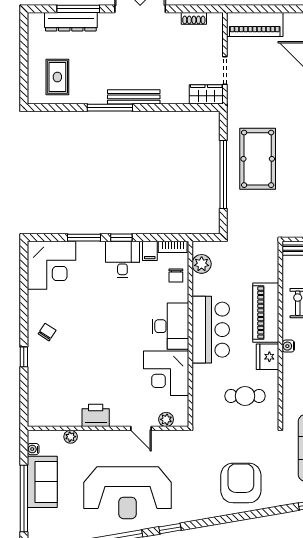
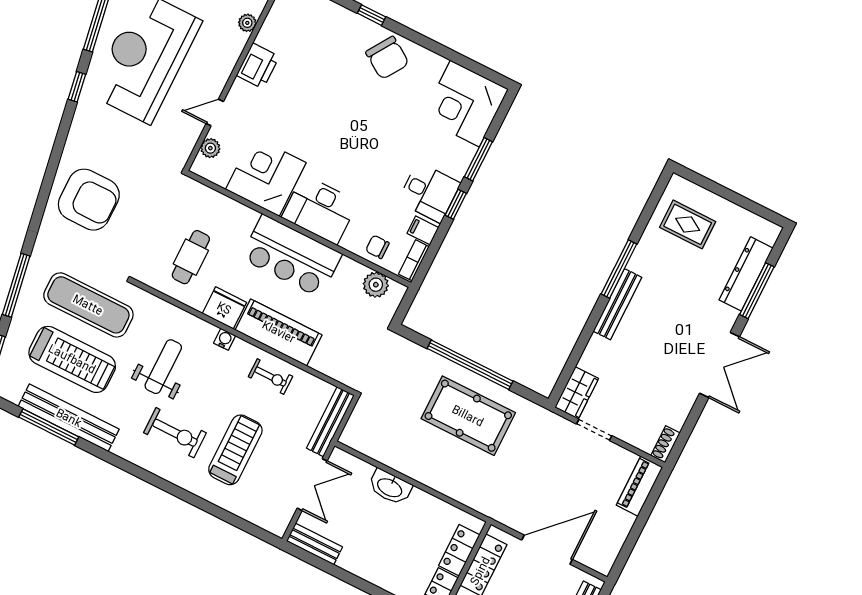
shoe rack: (194, 18) -> (665, 444), moved
piano: (255, 25) -> (640, 486), width x0.73, depth x0.75
chair: (47, 332) -> (387, 58), width x1.87, depth x1.87

